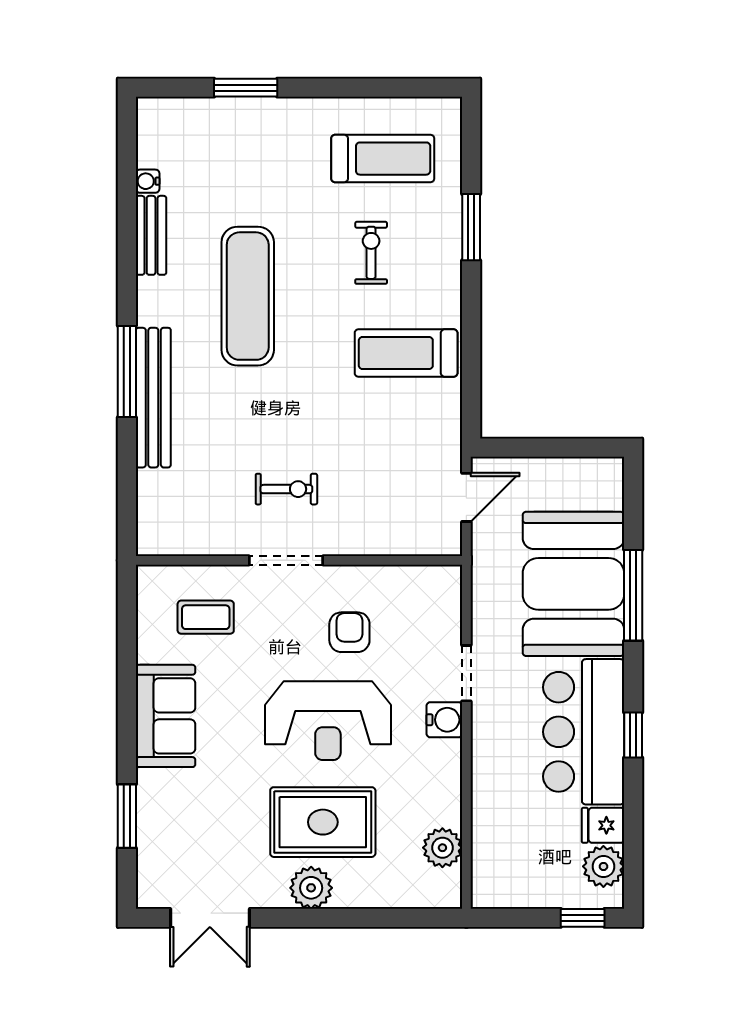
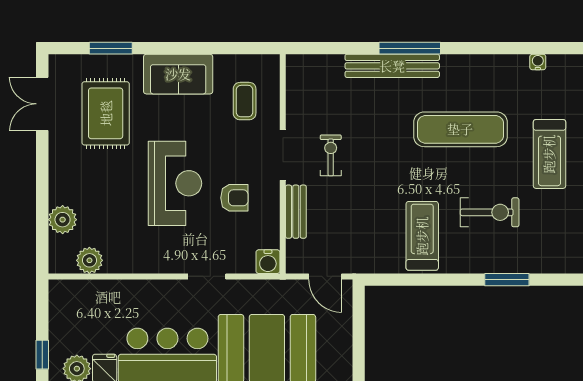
treadmill: (383, 159) -> (549, 154), moved
bench: (151, 235) -> (296, 212), moved, turned 90
exercise bike: (371, 253) -> (490, 212), width x1.38, depth x1.39
exercise bike: (286, 489) -> (331, 155), turned 180
water cooler: (444, 720) -> (268, 262), moved
reception desk: (328, 721) -> (175, 183), turned 180
rug: (323, 822) -> (106, 113), moved
plant: (311, 888) -> (63, 220), moved

